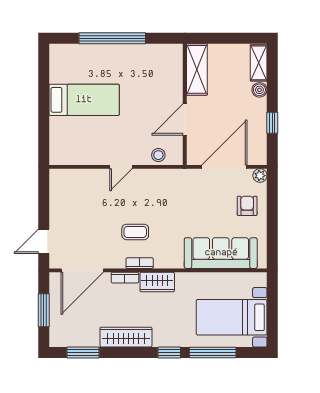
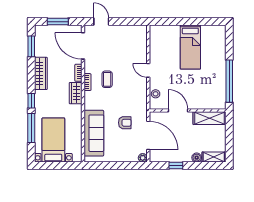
window: (112, 38) -> (229, 81), moved
armchair: (247, 206) -> (125, 123), moved

